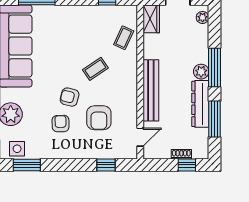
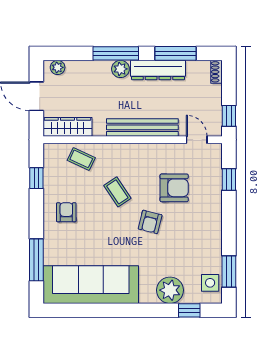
wardrobe: (151, 19) -> (67, 127), width x1.50
armchair: (61, 124) -> (66, 212), moved, turned 91
shoe rack: (181, 154) -> (217, 72), moved
window: (187, 165) -> (229, 116), moved

